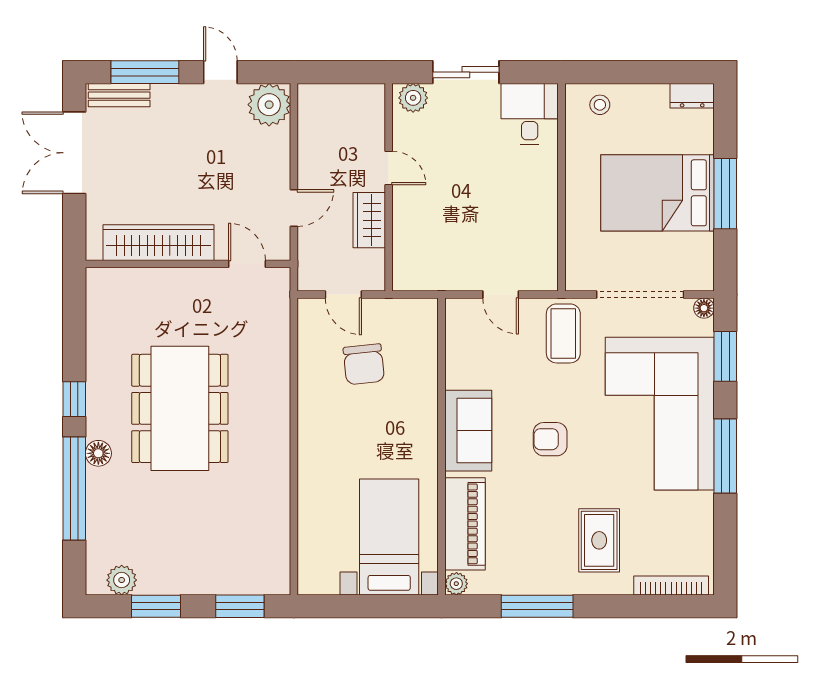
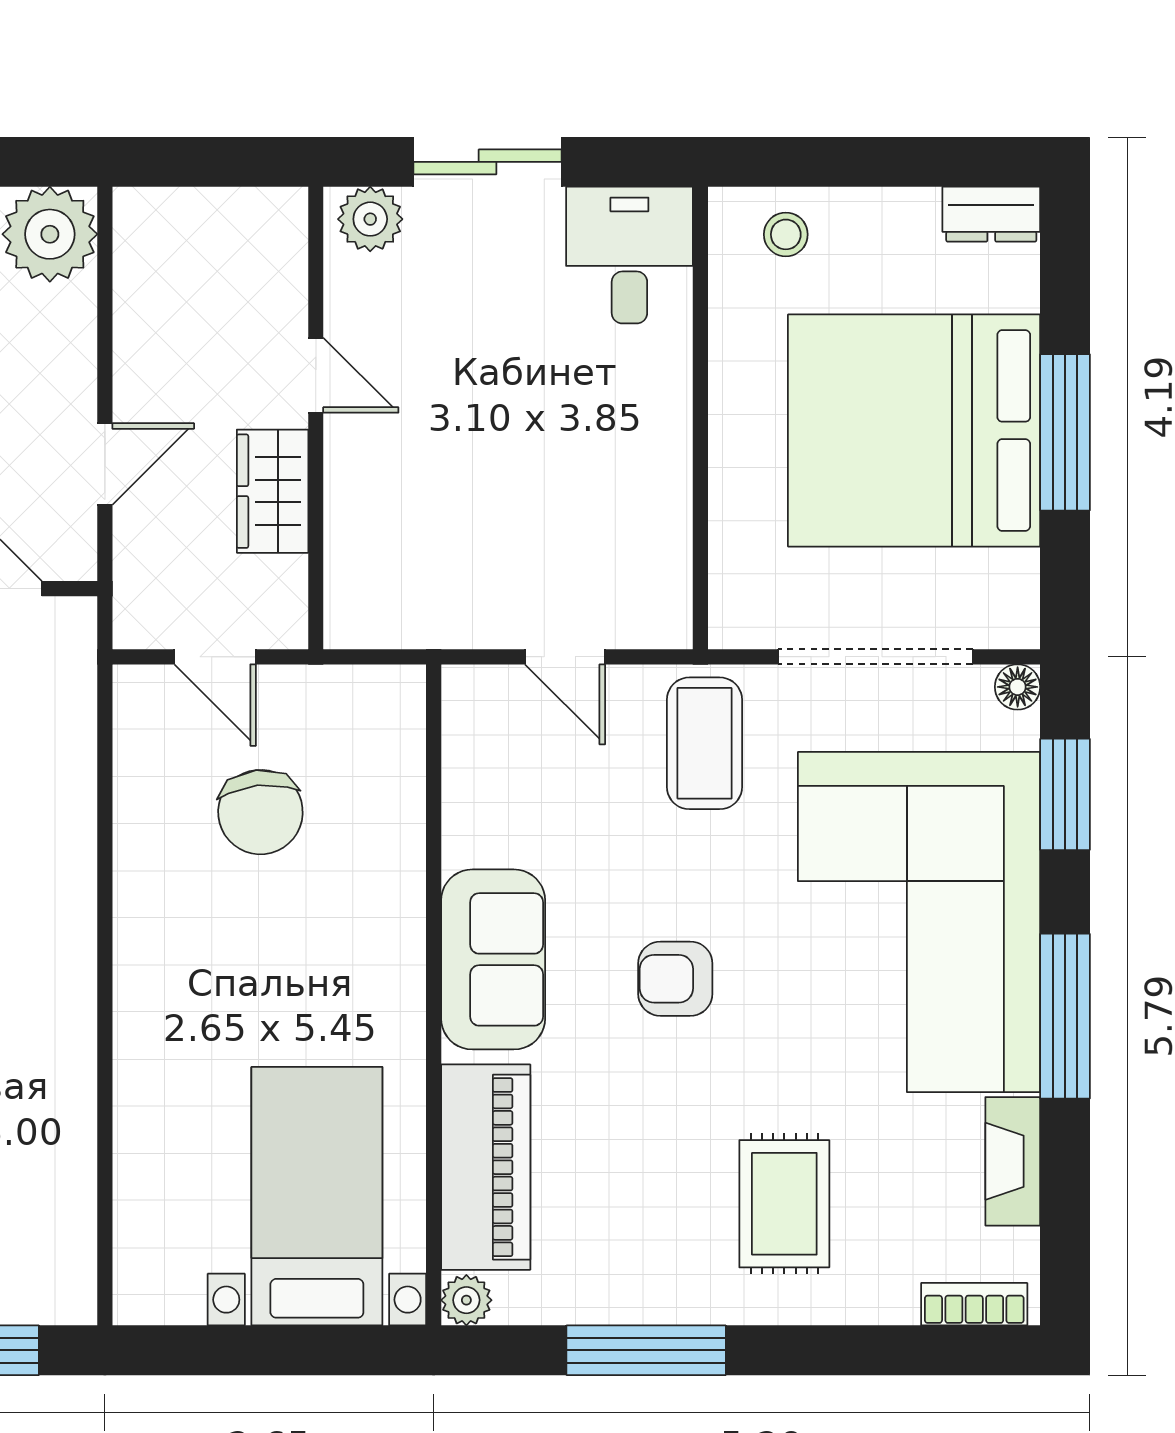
bed: (657, 193) -> (914, 430), width x1.36
fireplace: (702, 521) -> (1013, 1161), added
bookcase: (671, 585) -> (974, 1304), width x0.64

